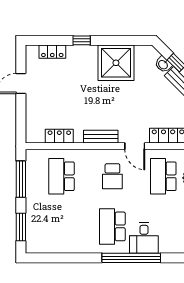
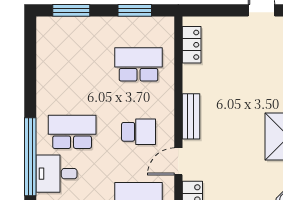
locker: (59, 136) -> (192, 45), moved
school desk: (112, 176) -> (139, 132), turned 180
window: (21, 179) -> (135, 10), width x0.69

